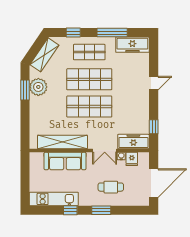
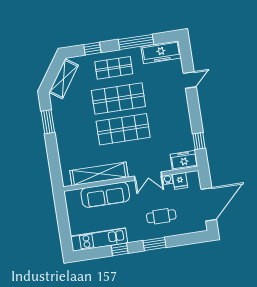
door: (154, 83) -> (190, 80), moved
plant: (38, 87) -> (62, 116), removed
freezer: (133, 142) -> (184, 160), width x0.71

